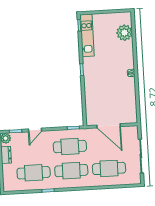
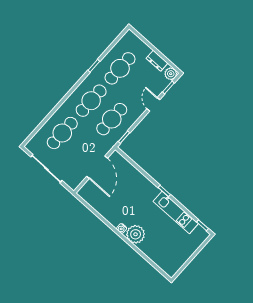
plant: (124, 33) -> (136, 234), moved
kitchen unit: (87, 35) -> (176, 212), moved
door: (109, 126) -> (97, 167), swing flipped

